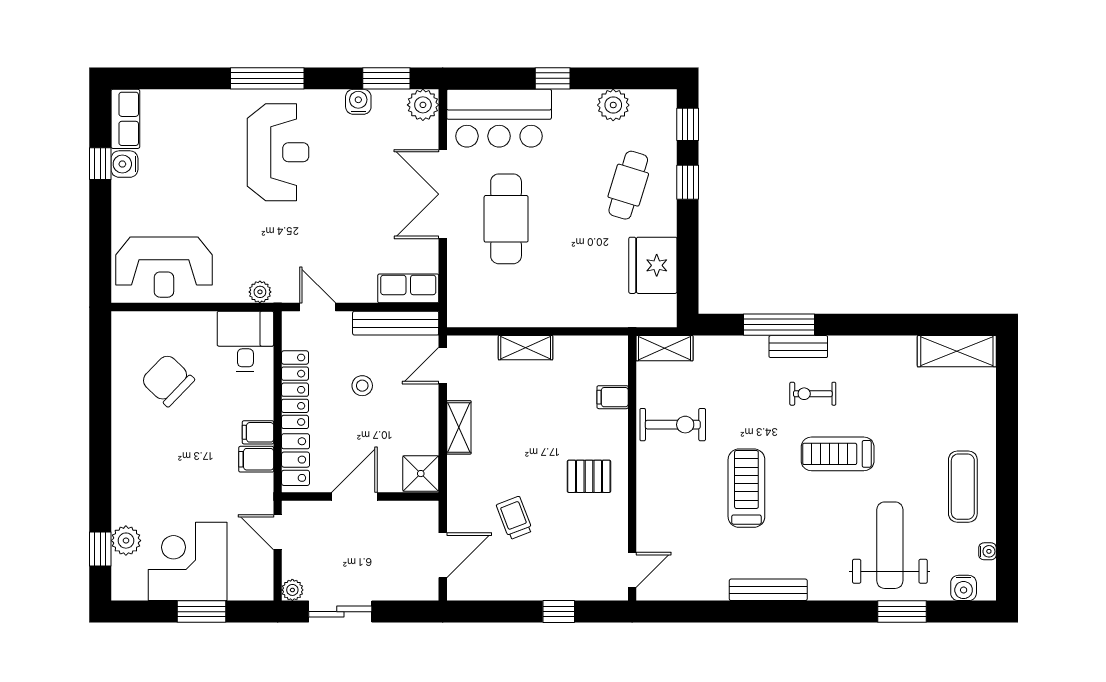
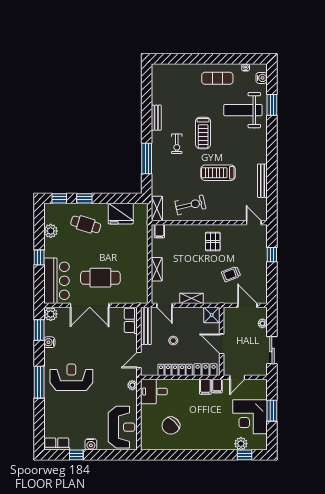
water cooler: (124, 164) -> (91, 444), moved
bench: (798, 347) -> (156, 118), moved
shelving: (957, 351) -> (158, 81), removed
filing cabinet: (613, 397) -> (159, 231), moved
exercise bike: (673, 425) -> (190, 205), turned 77
filing cabinet: (258, 432) -> (217, 386), moved
plant: (292, 590) -> (262, 323), moved
bench: (768, 590) -> (262, 181), moved

